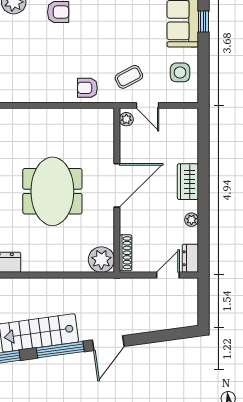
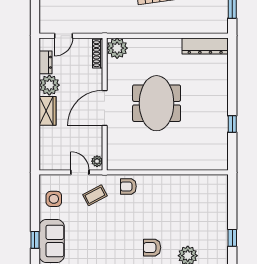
armchair: (87, 88) -> (128, 186), turned 180
plant: (191, 220) -> (49, 85), width x1.88, depth x1.88
dresser: (190, 258) -> (46, 62), moved

